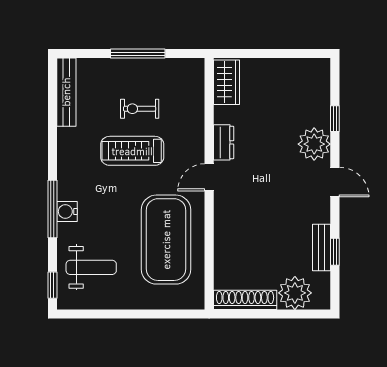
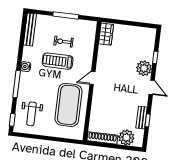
dresser: (224, 142) -> (101, 62), removed
water cooler: (67, 211) -> (26, 67), moved
weight bench: (91, 267) -> (32, 114), turned 90

